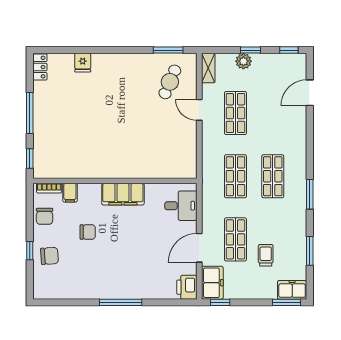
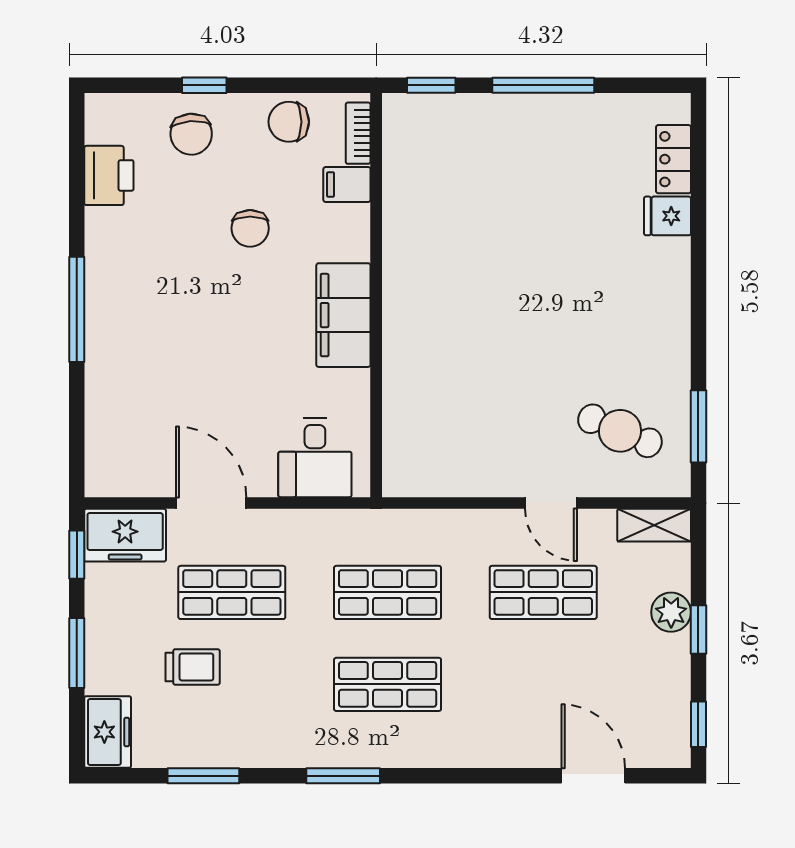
locker: (40, 67) -> (673, 159), moved, turned 90
door: (199, 110) -> (551, 503), swing flipped
printer: (187, 287) -> (109, 175), moved, turned 90
window: (287, 302) -> (77, 653), moved

